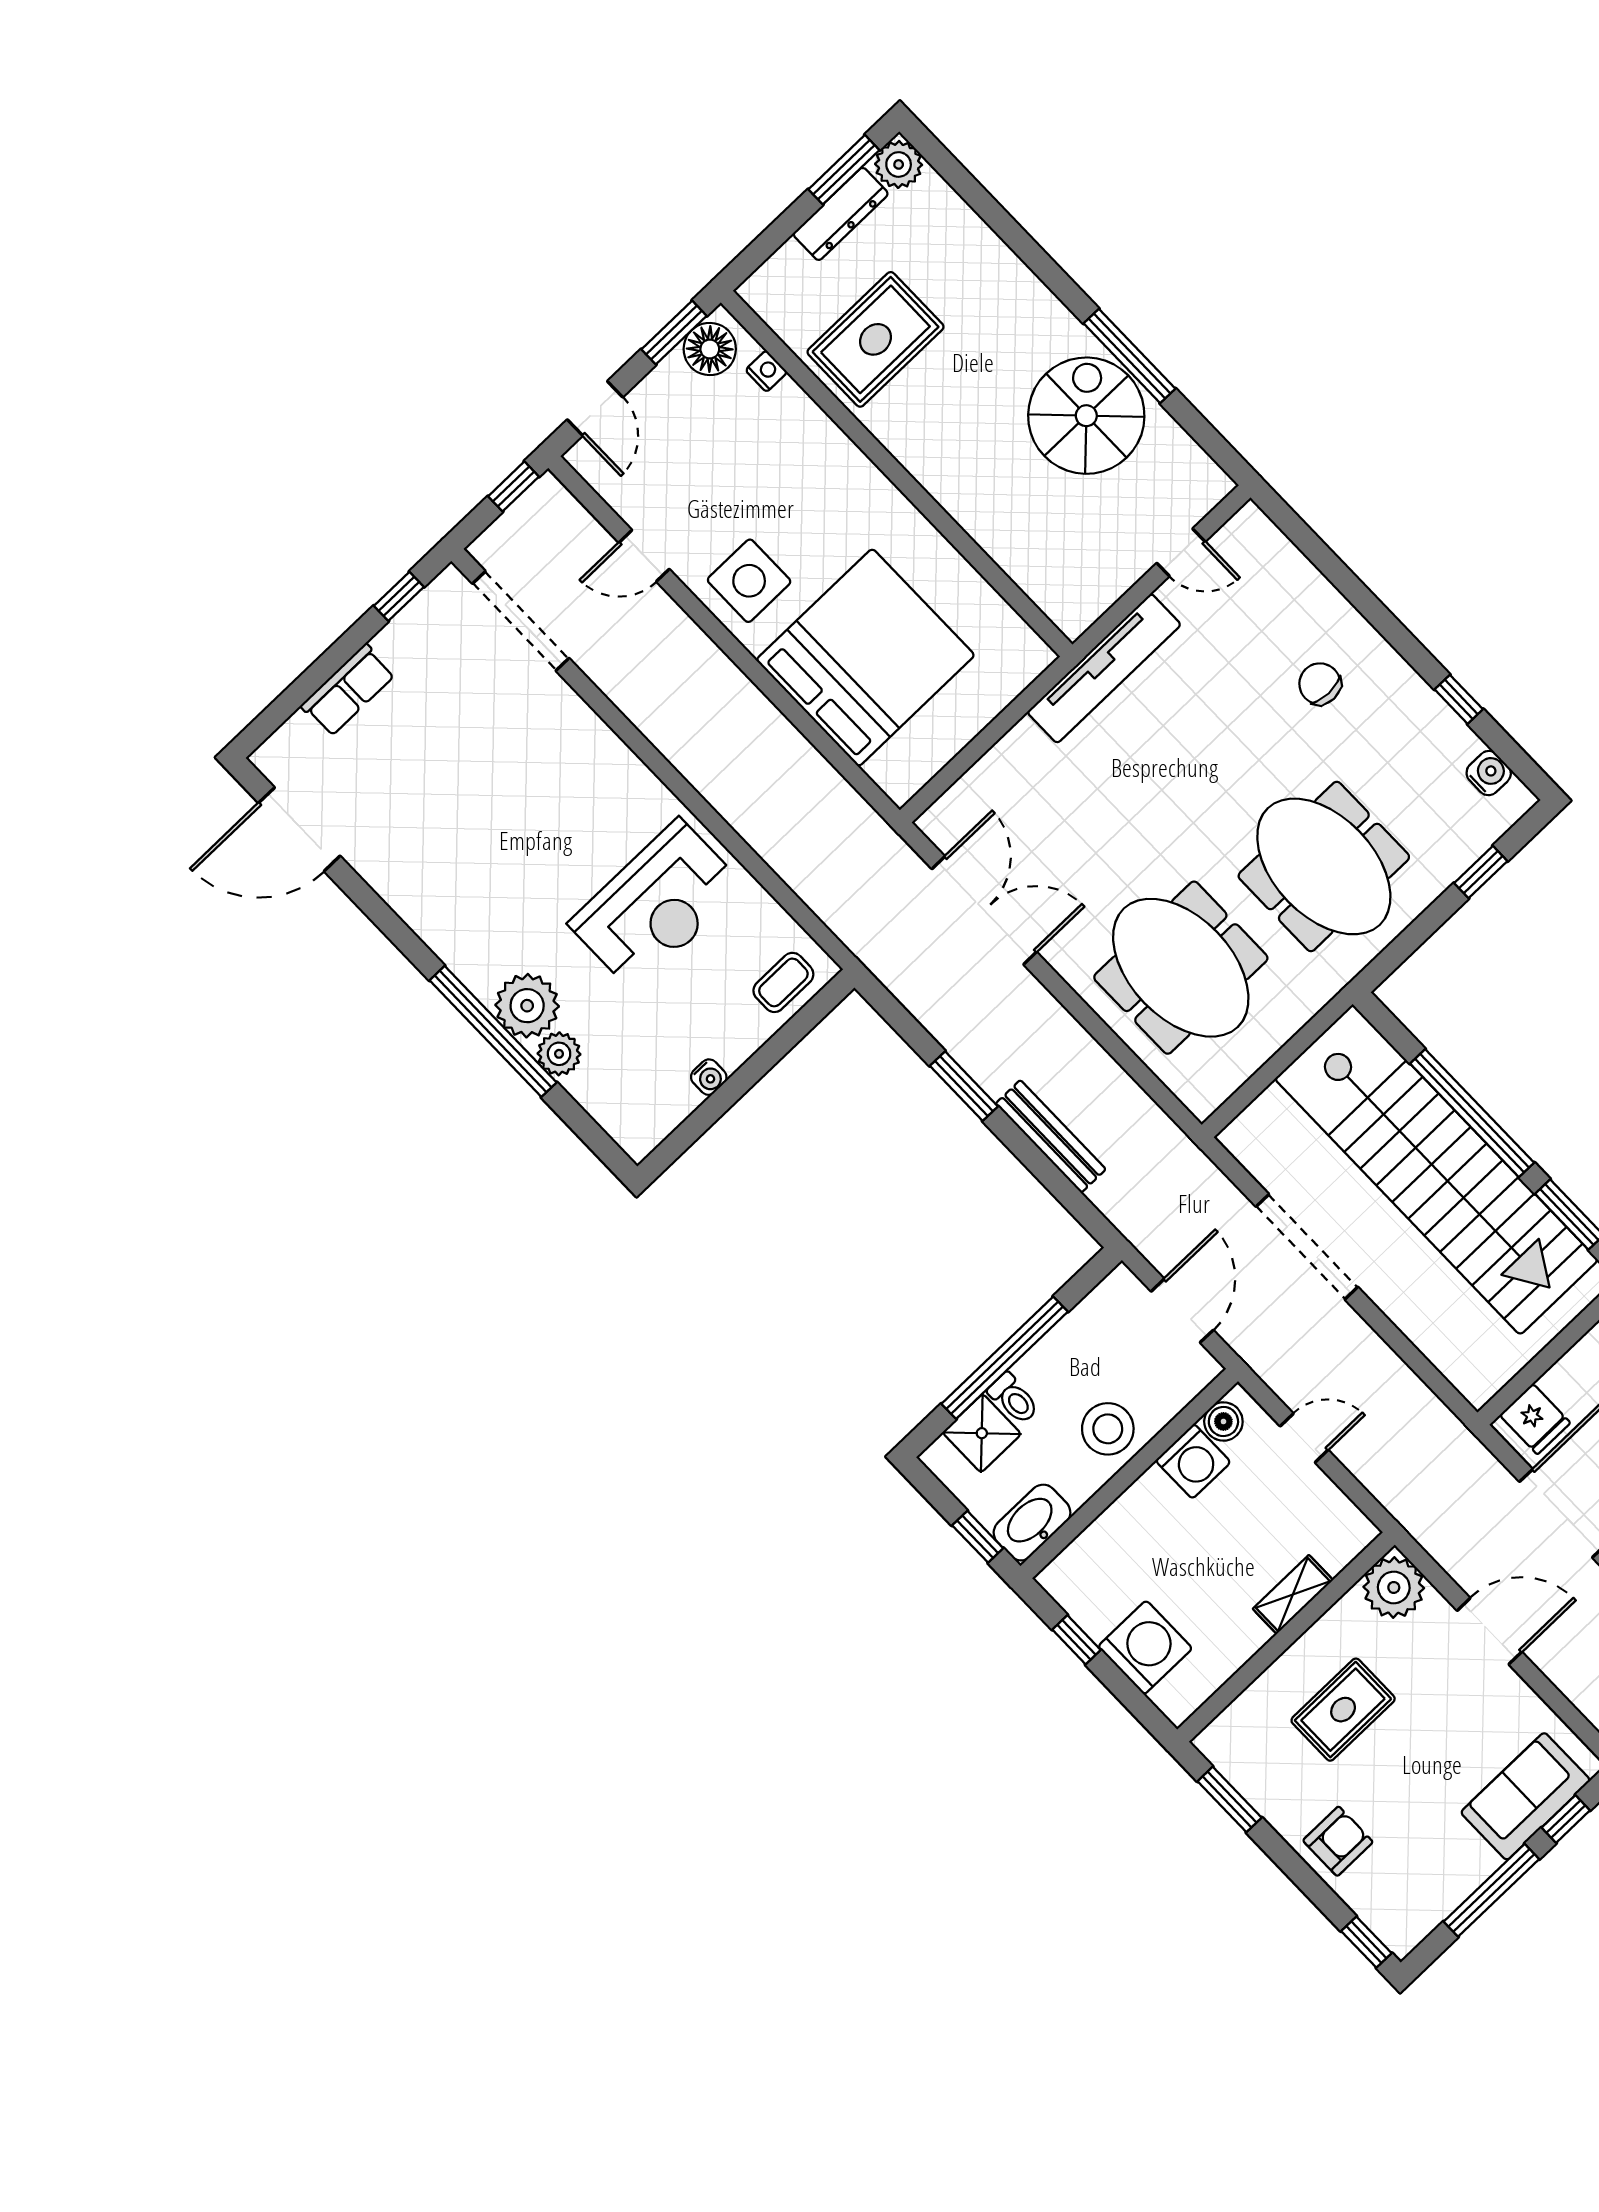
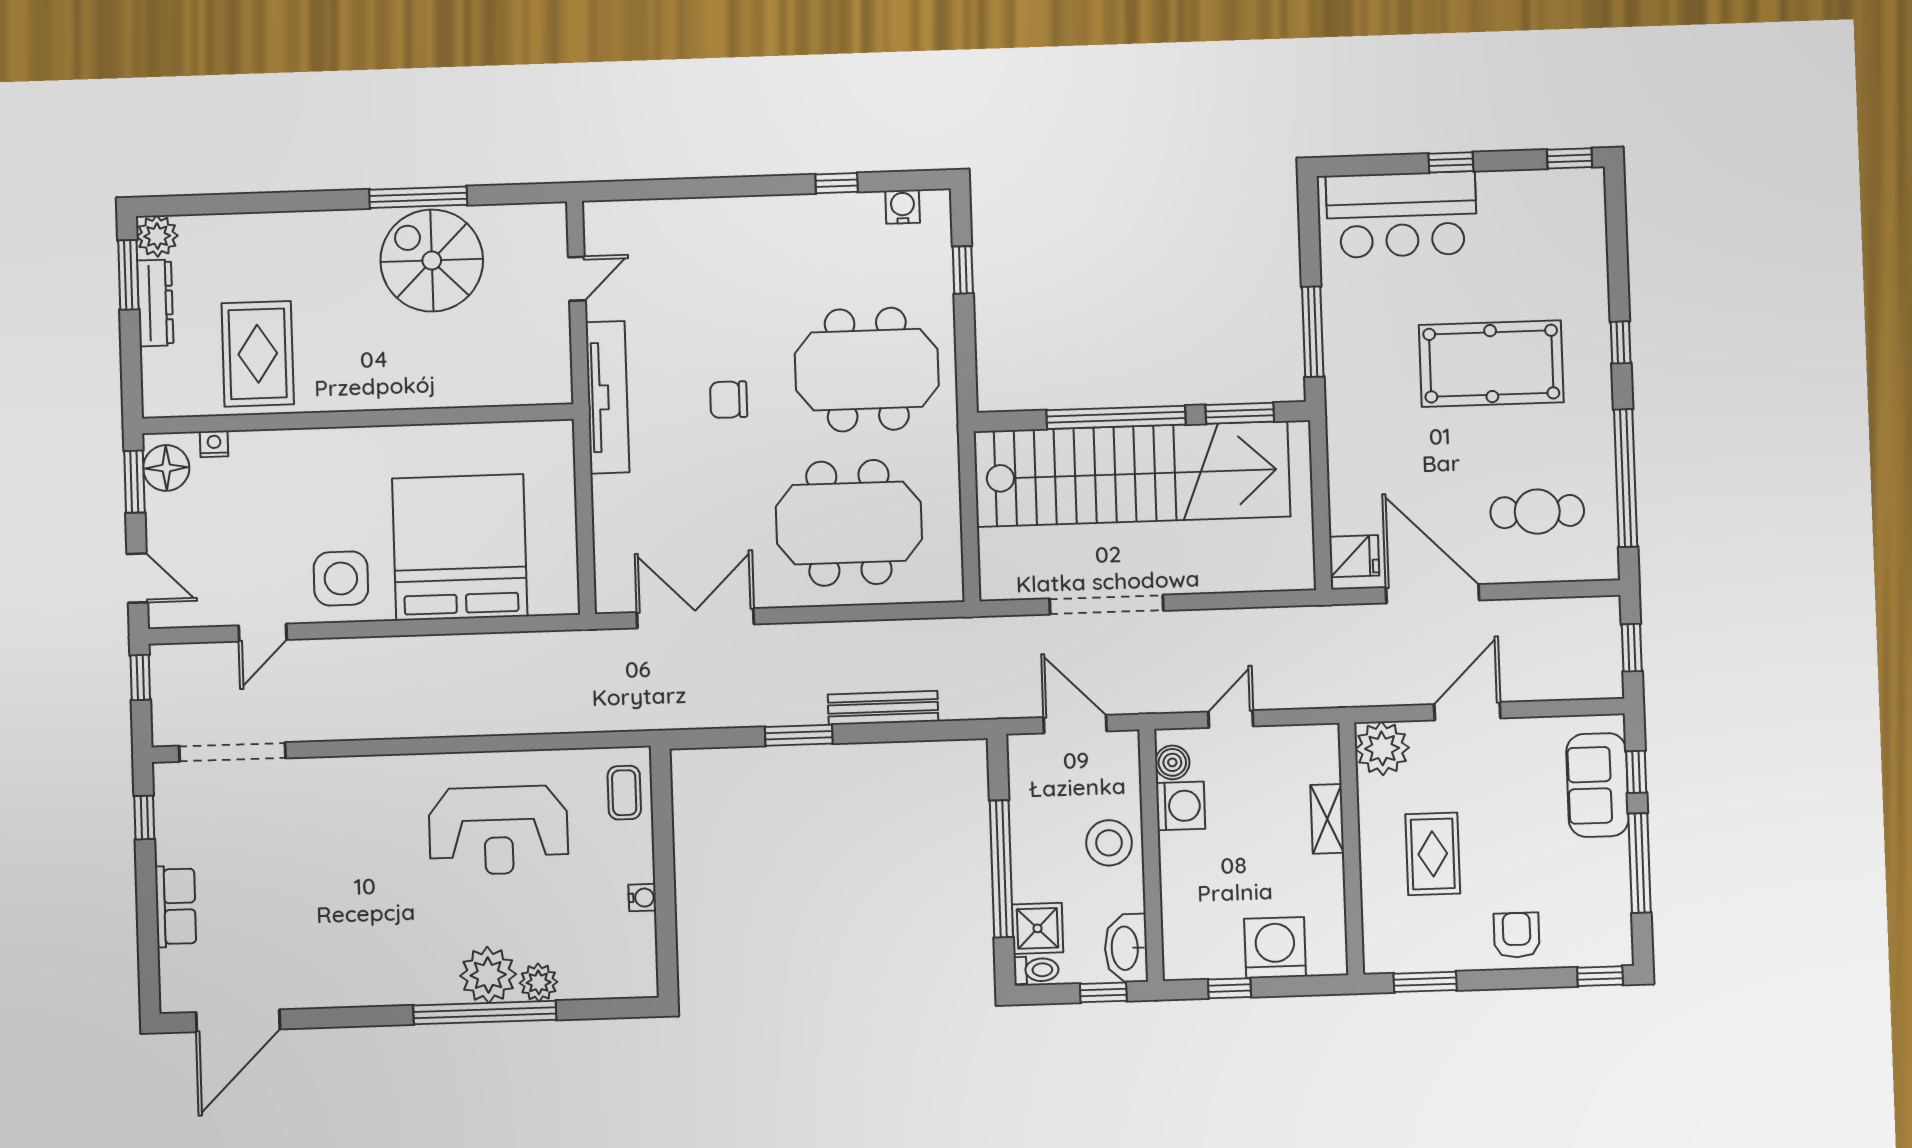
chair: (1320, 684) -> (729, 400), moved
reception desk: (656, 905) -> (498, 830), turned 90
toilet: (1013, 1398) -> (1036, 970), moved

